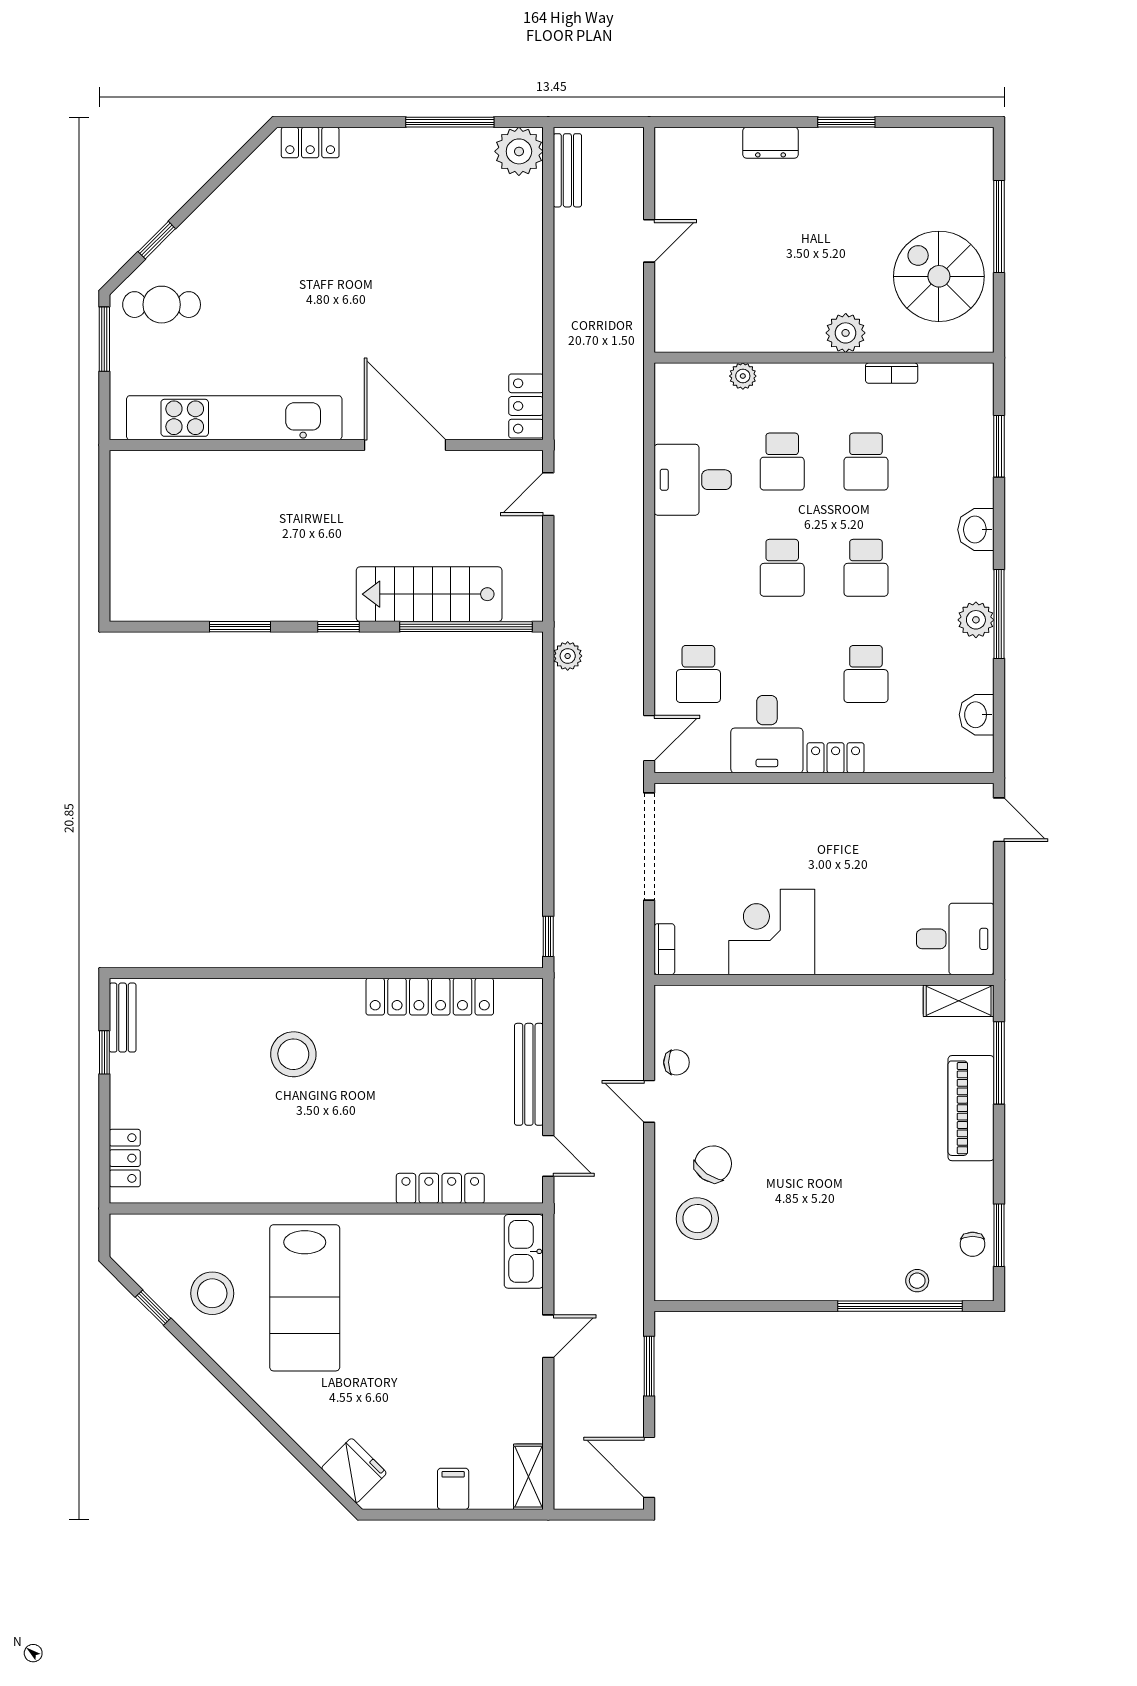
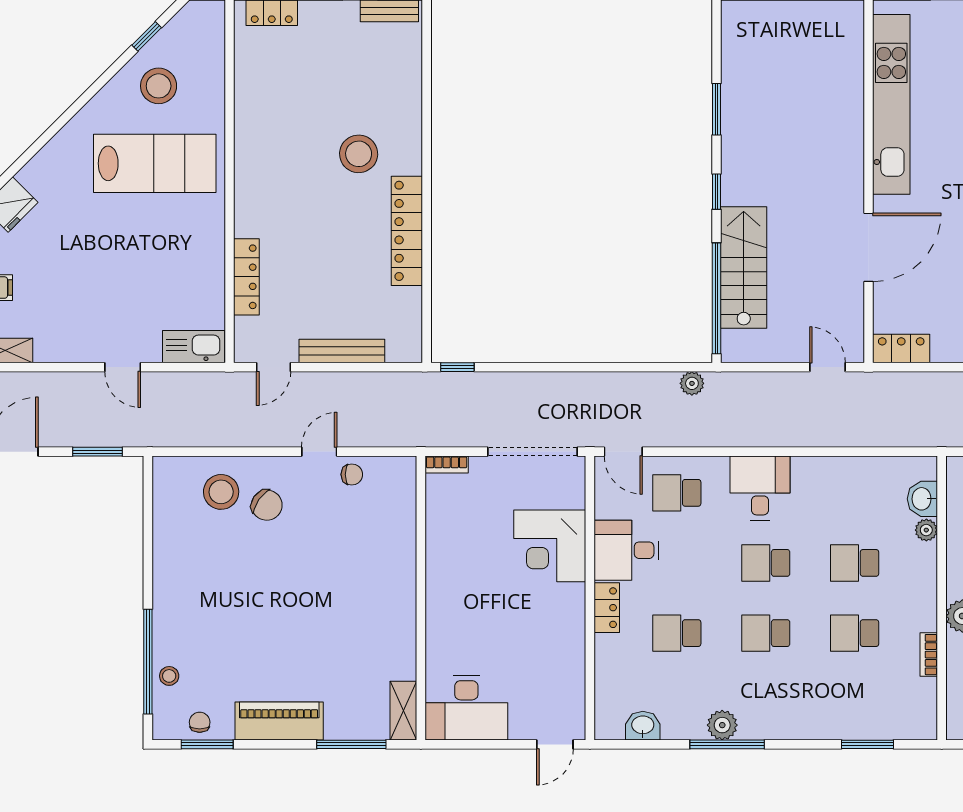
desk: (693, 480) -> (760, 488), moved
washbasin: (976, 530) -> (922, 499), moved, turned -90
corner desk: (772, 932) -> (550, 546), moved, turned 180
desk: (955, 939) -> (466, 708), width x1.37
locker: (430, 997) -> (407, 231), moved
chair: (676, 1062) -> (352, 474), turned -90
piano: (971, 1108) -> (279, 721), moved
chair: (973, 1244) -> (200, 722), turned 90
lab bench: (305, 1298) -> (155, 163), turned 180

